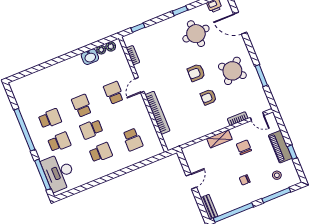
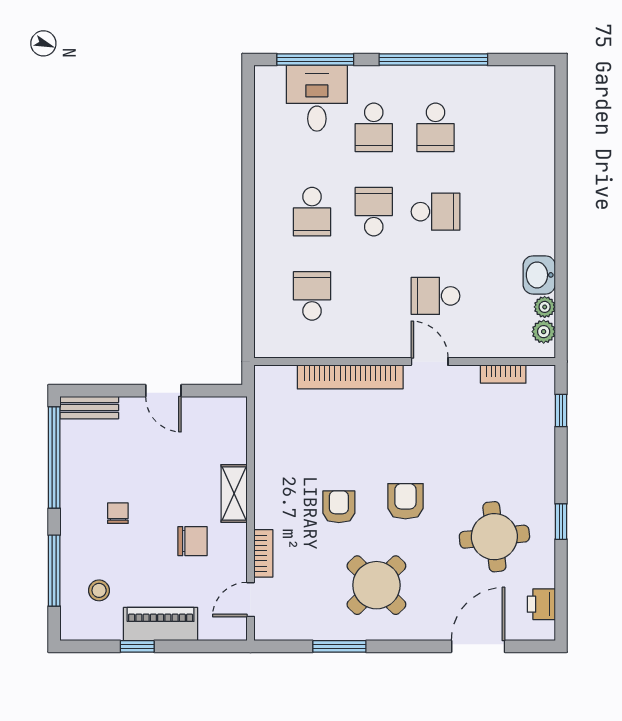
school desk: (114, 93) -> (436, 296), turned 180
school desk: (133, 140) -> (312, 296), turned 90
desk: (59, 172) -> (317, 98), width x0.73

